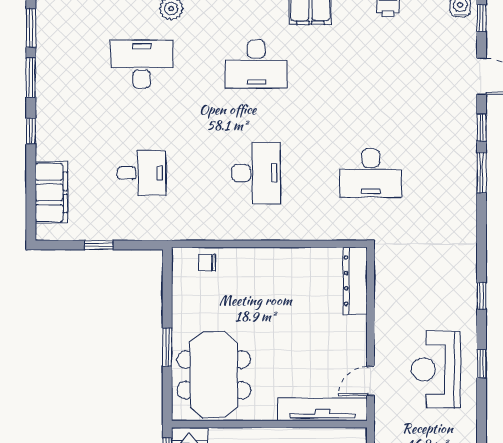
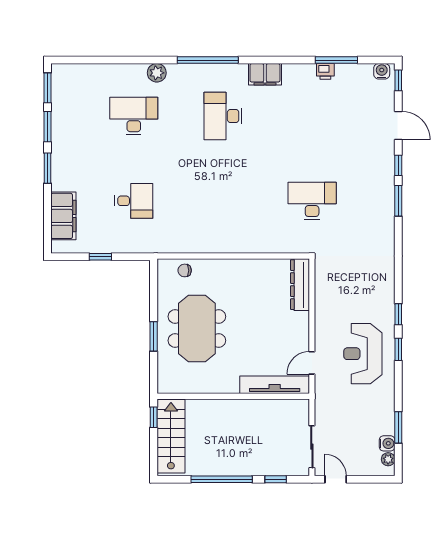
desk: (256, 64) -> (223, 116), turned 90
window: (31, 131) -> (48, 168), width x1.50
desk: (256, 173) -> (223, 201), removed
desk: (371, 173) -> (312, 201), turned 180
window: (482, 296) -> (398, 314), moved
meeting table: (214, 375) -> (197, 329), moved

